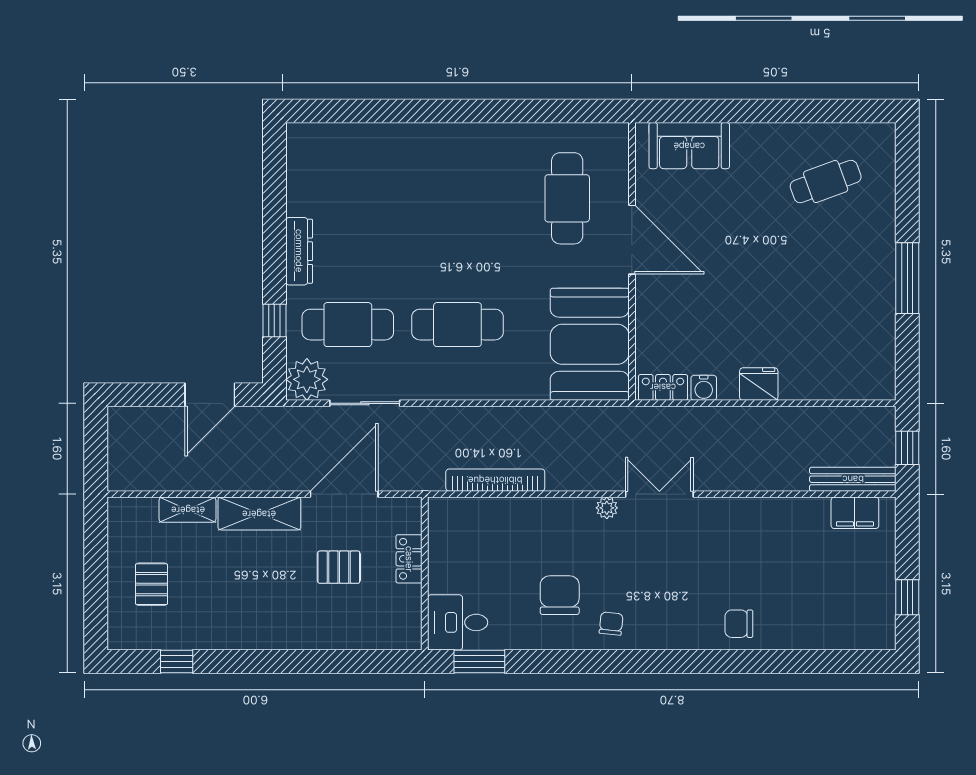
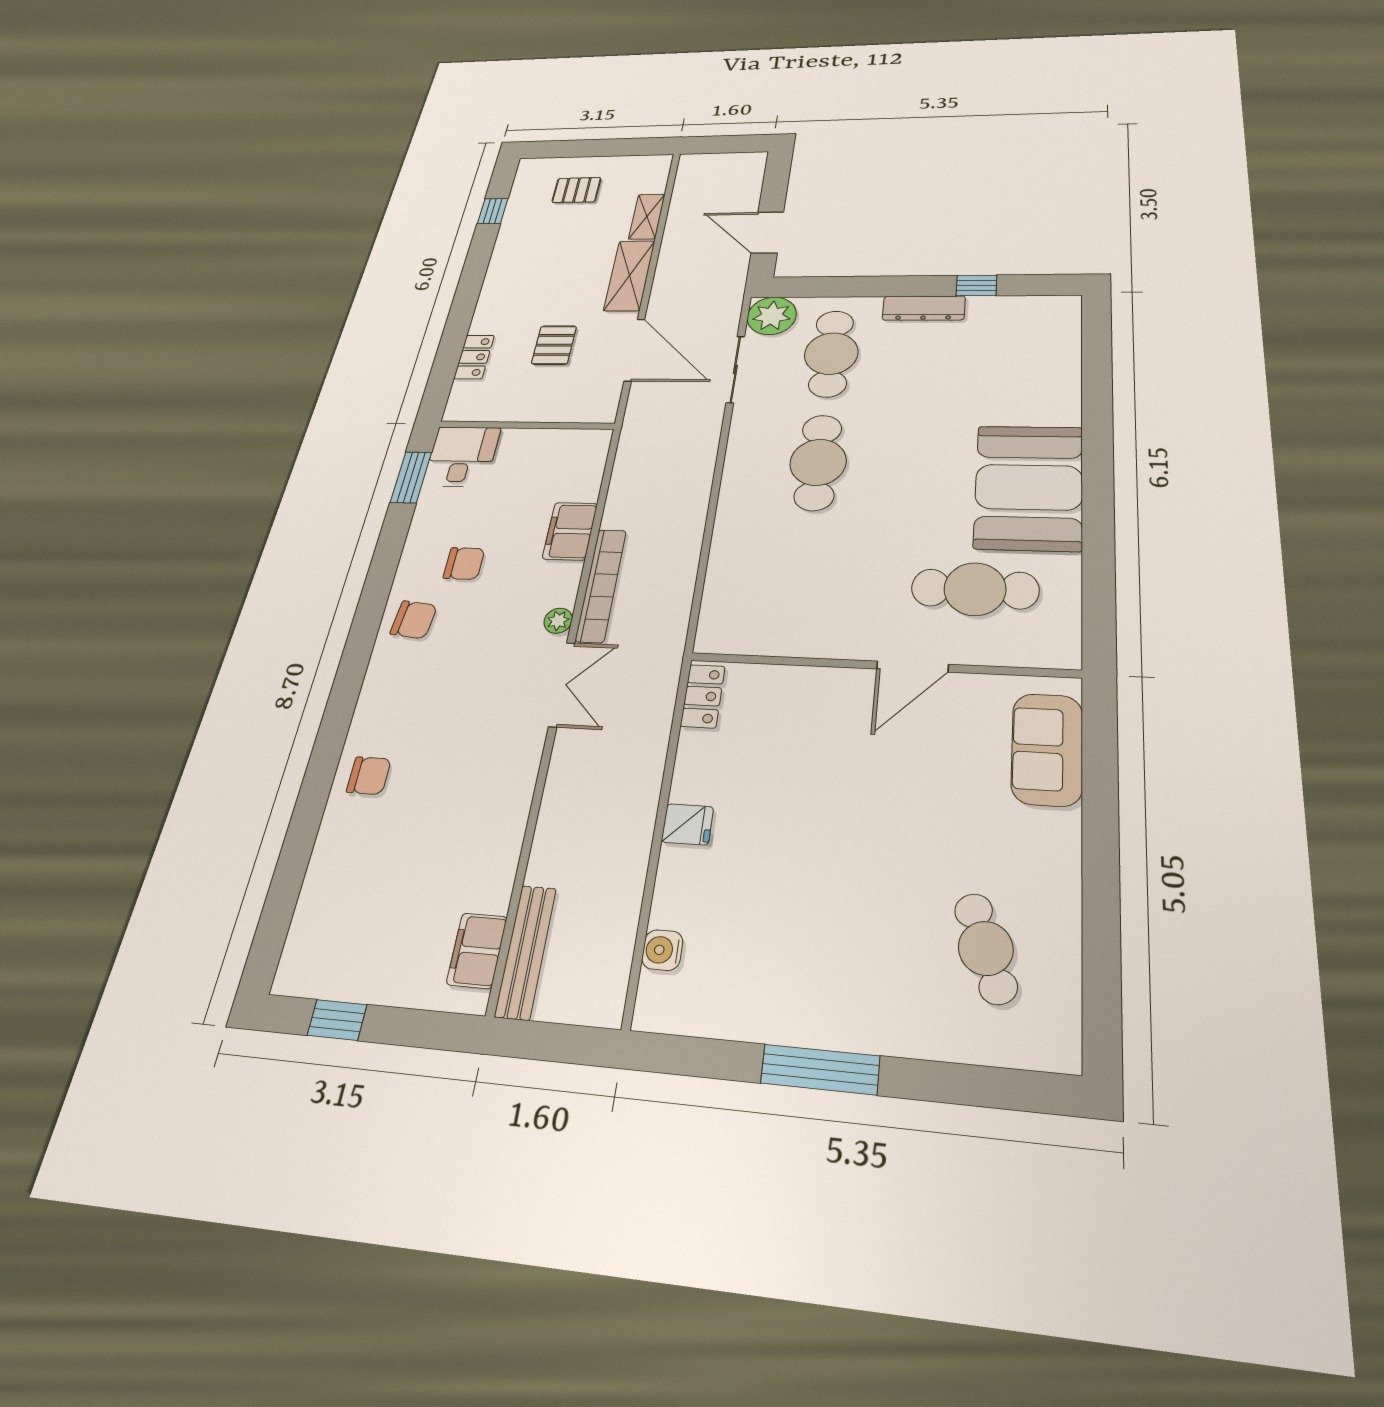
door: (632, 240) -> (912, 667), width x0.73
window: (274, 321) -> (976, 285), moved
booth: (590, 344) -> (1029, 487), moved, turned 90
fridge: (759, 384) -> (687, 824), width x0.72
water cooler: (704, 388) -> (662, 950), moved
window: (907, 448) -> (555, 1042), removed
bookcase: (495, 480) -> (601, 585), moved
filing cabinet: (527, 515) -> (570, 531), added
locker: (409, 559) -> (474, 357), moved, turned 90
chair: (560, 595) -> (464, 563), width x0.73, depth x0.73
chair: (611, 624) -> (414, 620), width x1.37, depth x1.37
chair: (739, 624) -> (369, 776), turned 90

